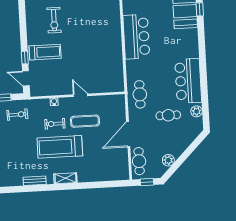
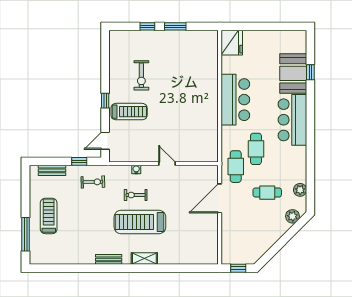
window: (25, 58) -> (105, 101), moved
door: (26, 78) -> (105, 141), hinge flipped
bar counter: (188, 81) -> (292, 120), moved
exercise mat: (85, 121) -> (171, 194), removed
door: (128, 134) -> (220, 198), moved
plant: (168, 160) -> (292, 216), moved
cafe table: (139, 161) -> (256, 149), moved

